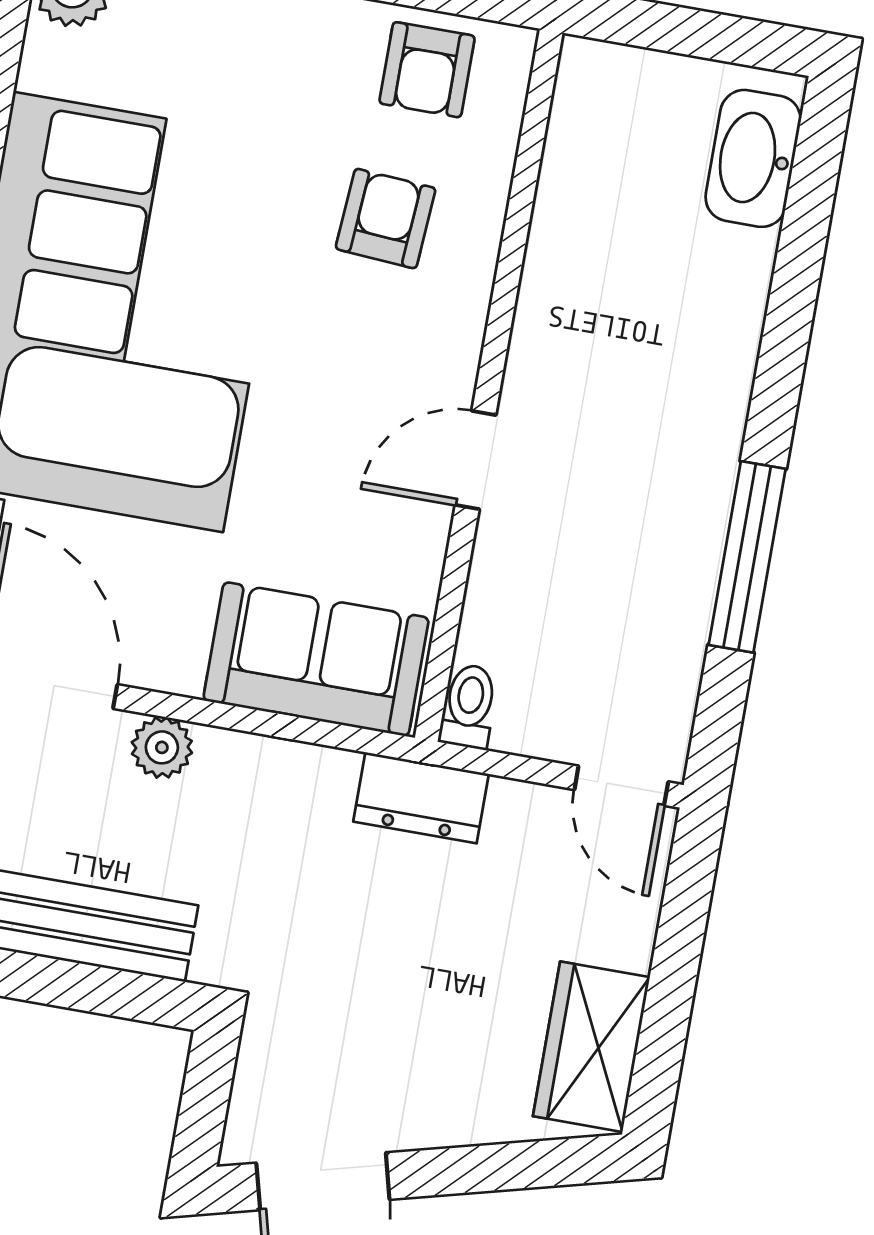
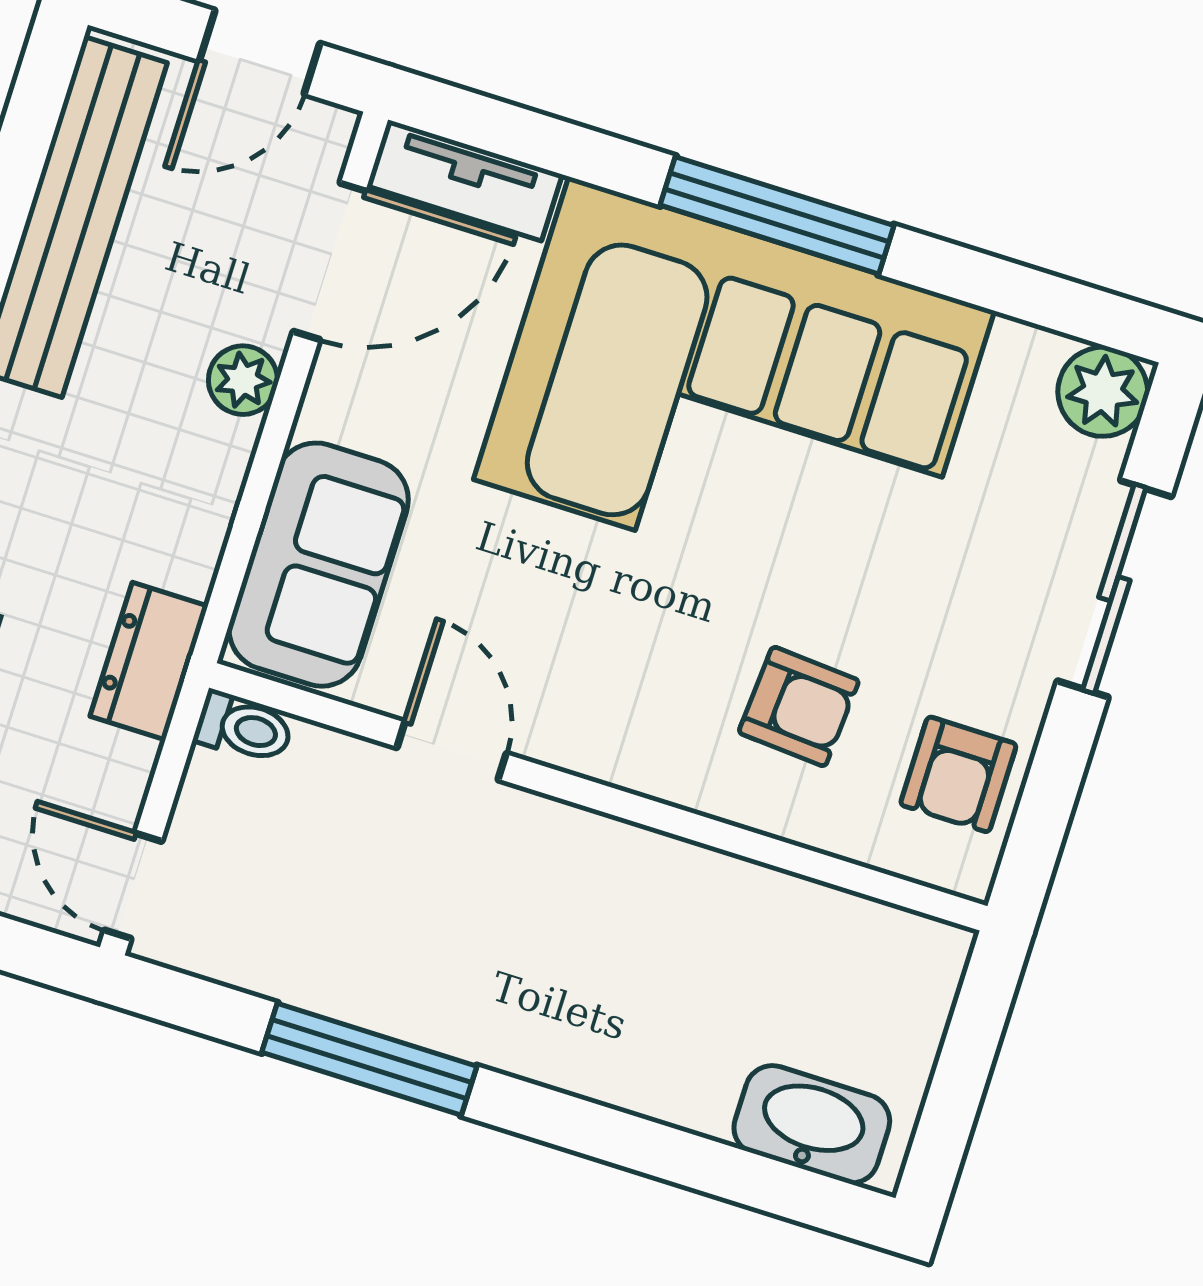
armchair: (427, 70) -> (958, 774), turned -90
door: (476, 460) -> (452, 751), moved
door: (621, 786) -> (133, 886), hinge flipped

